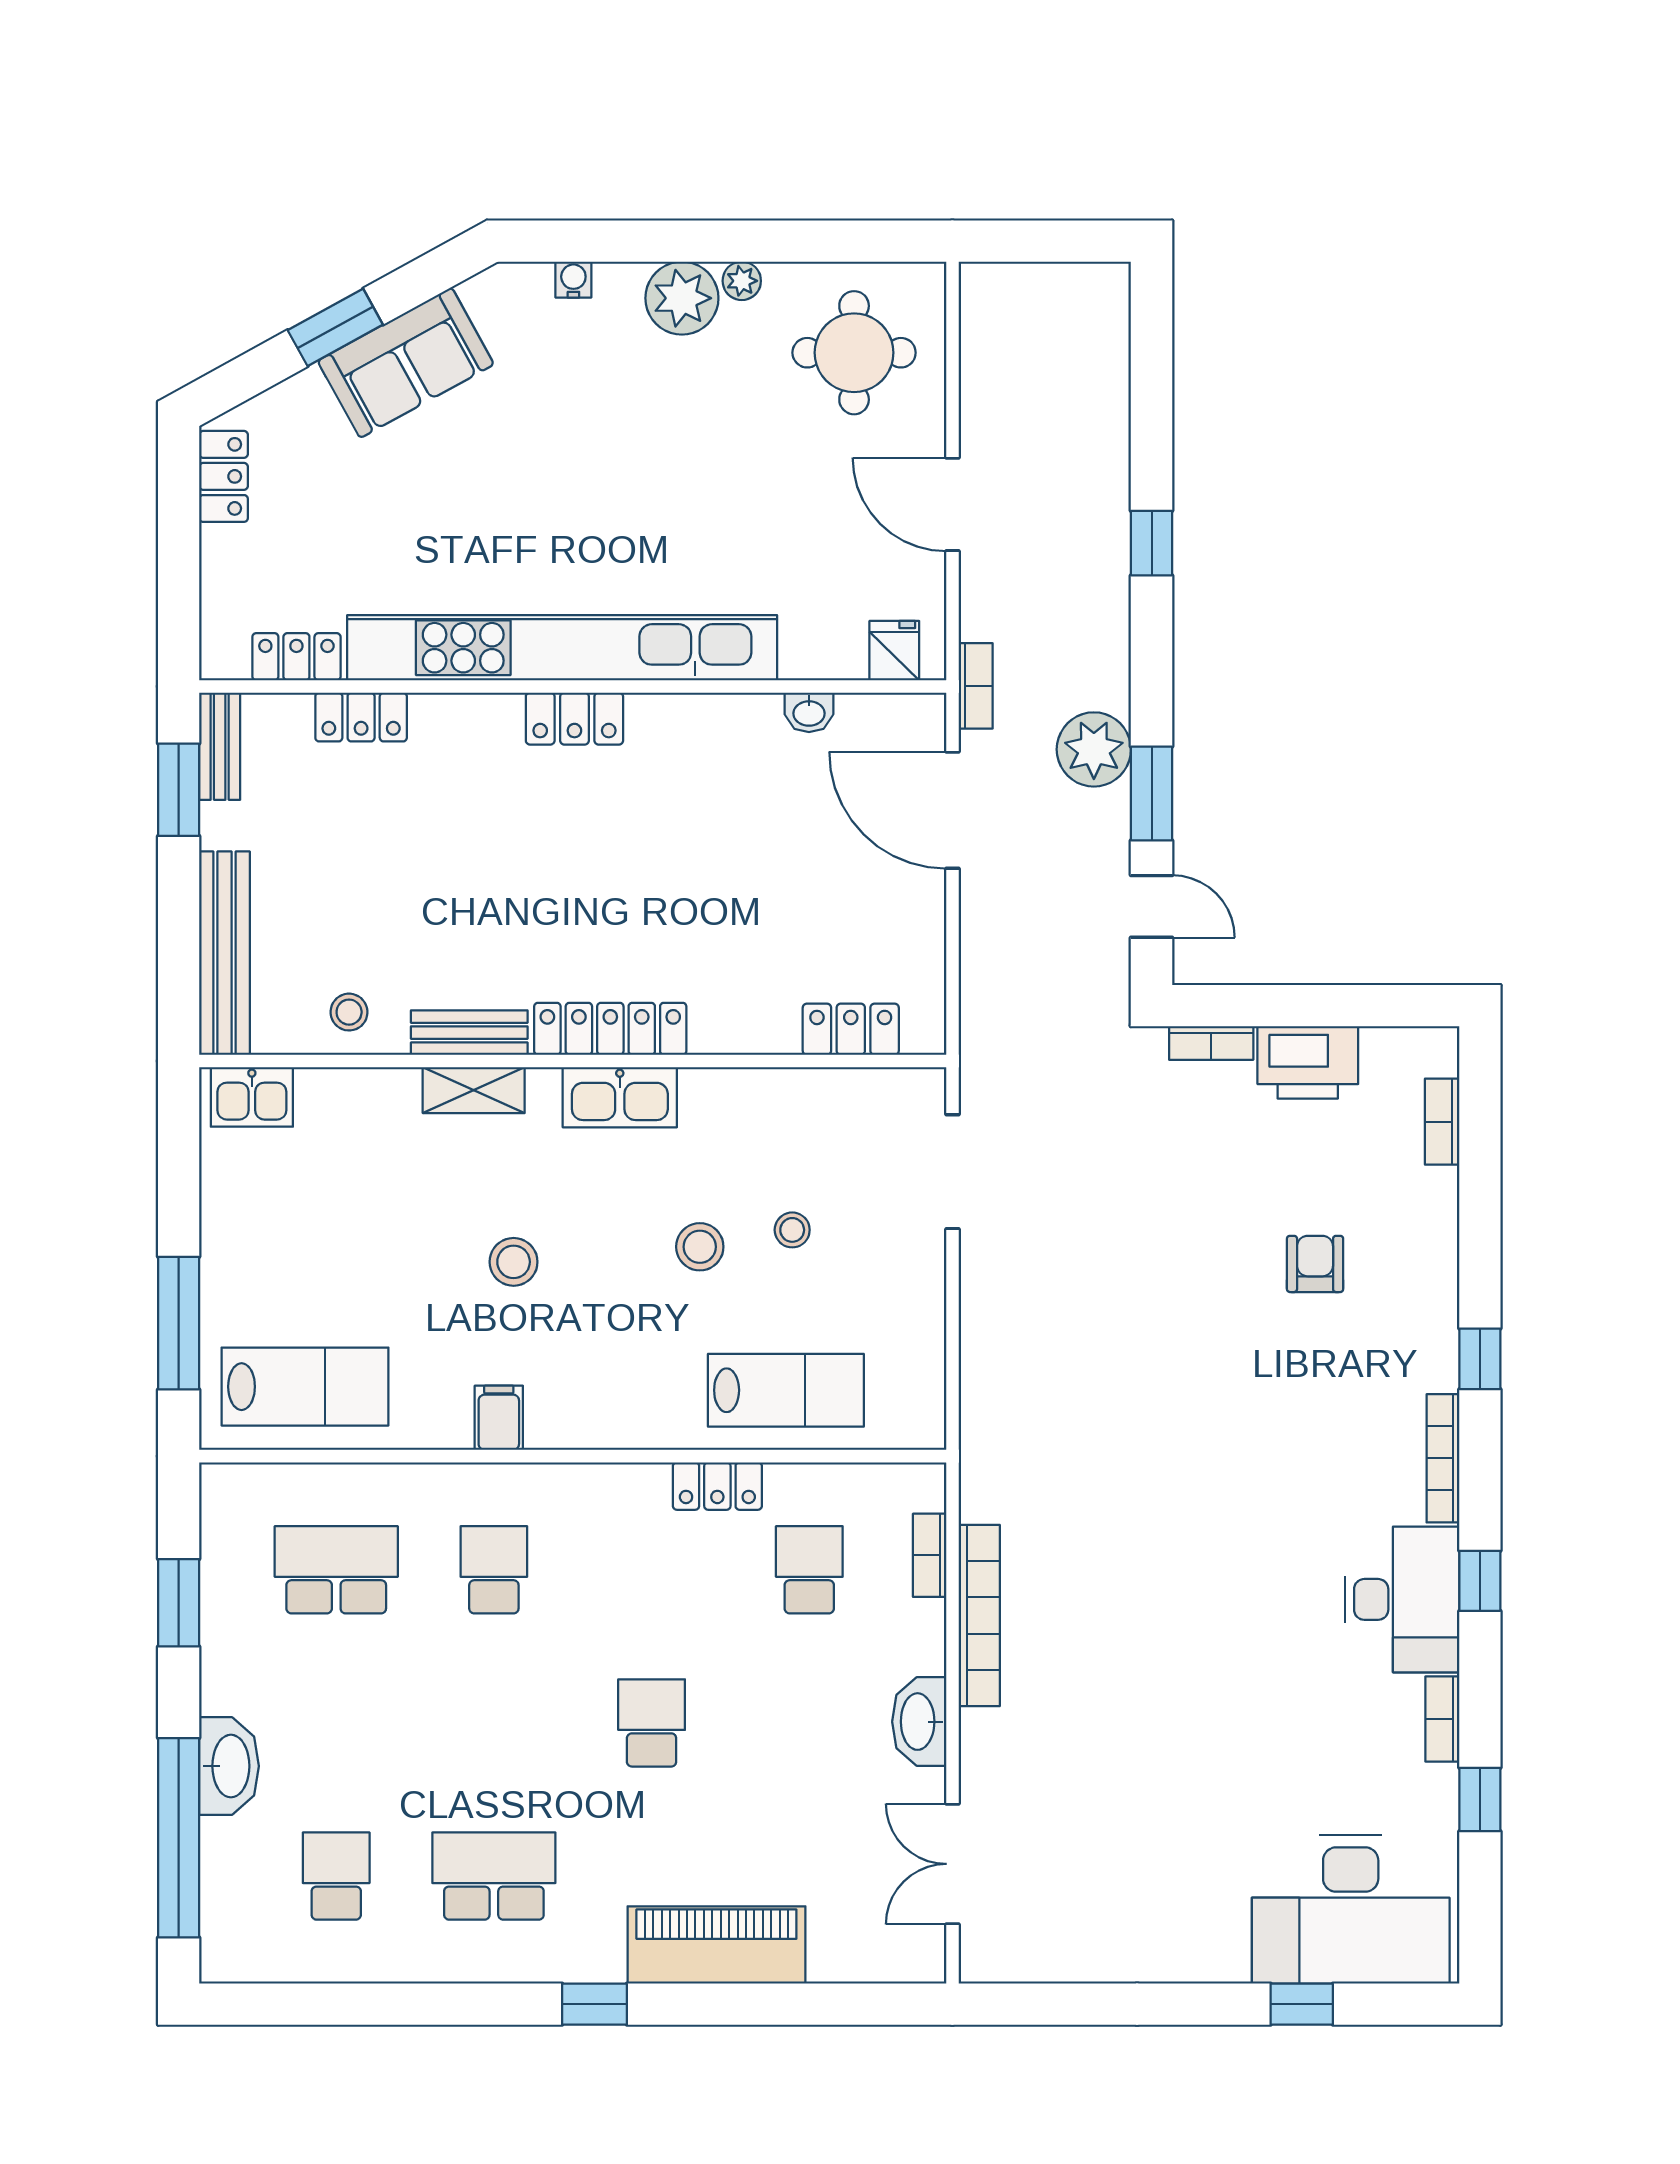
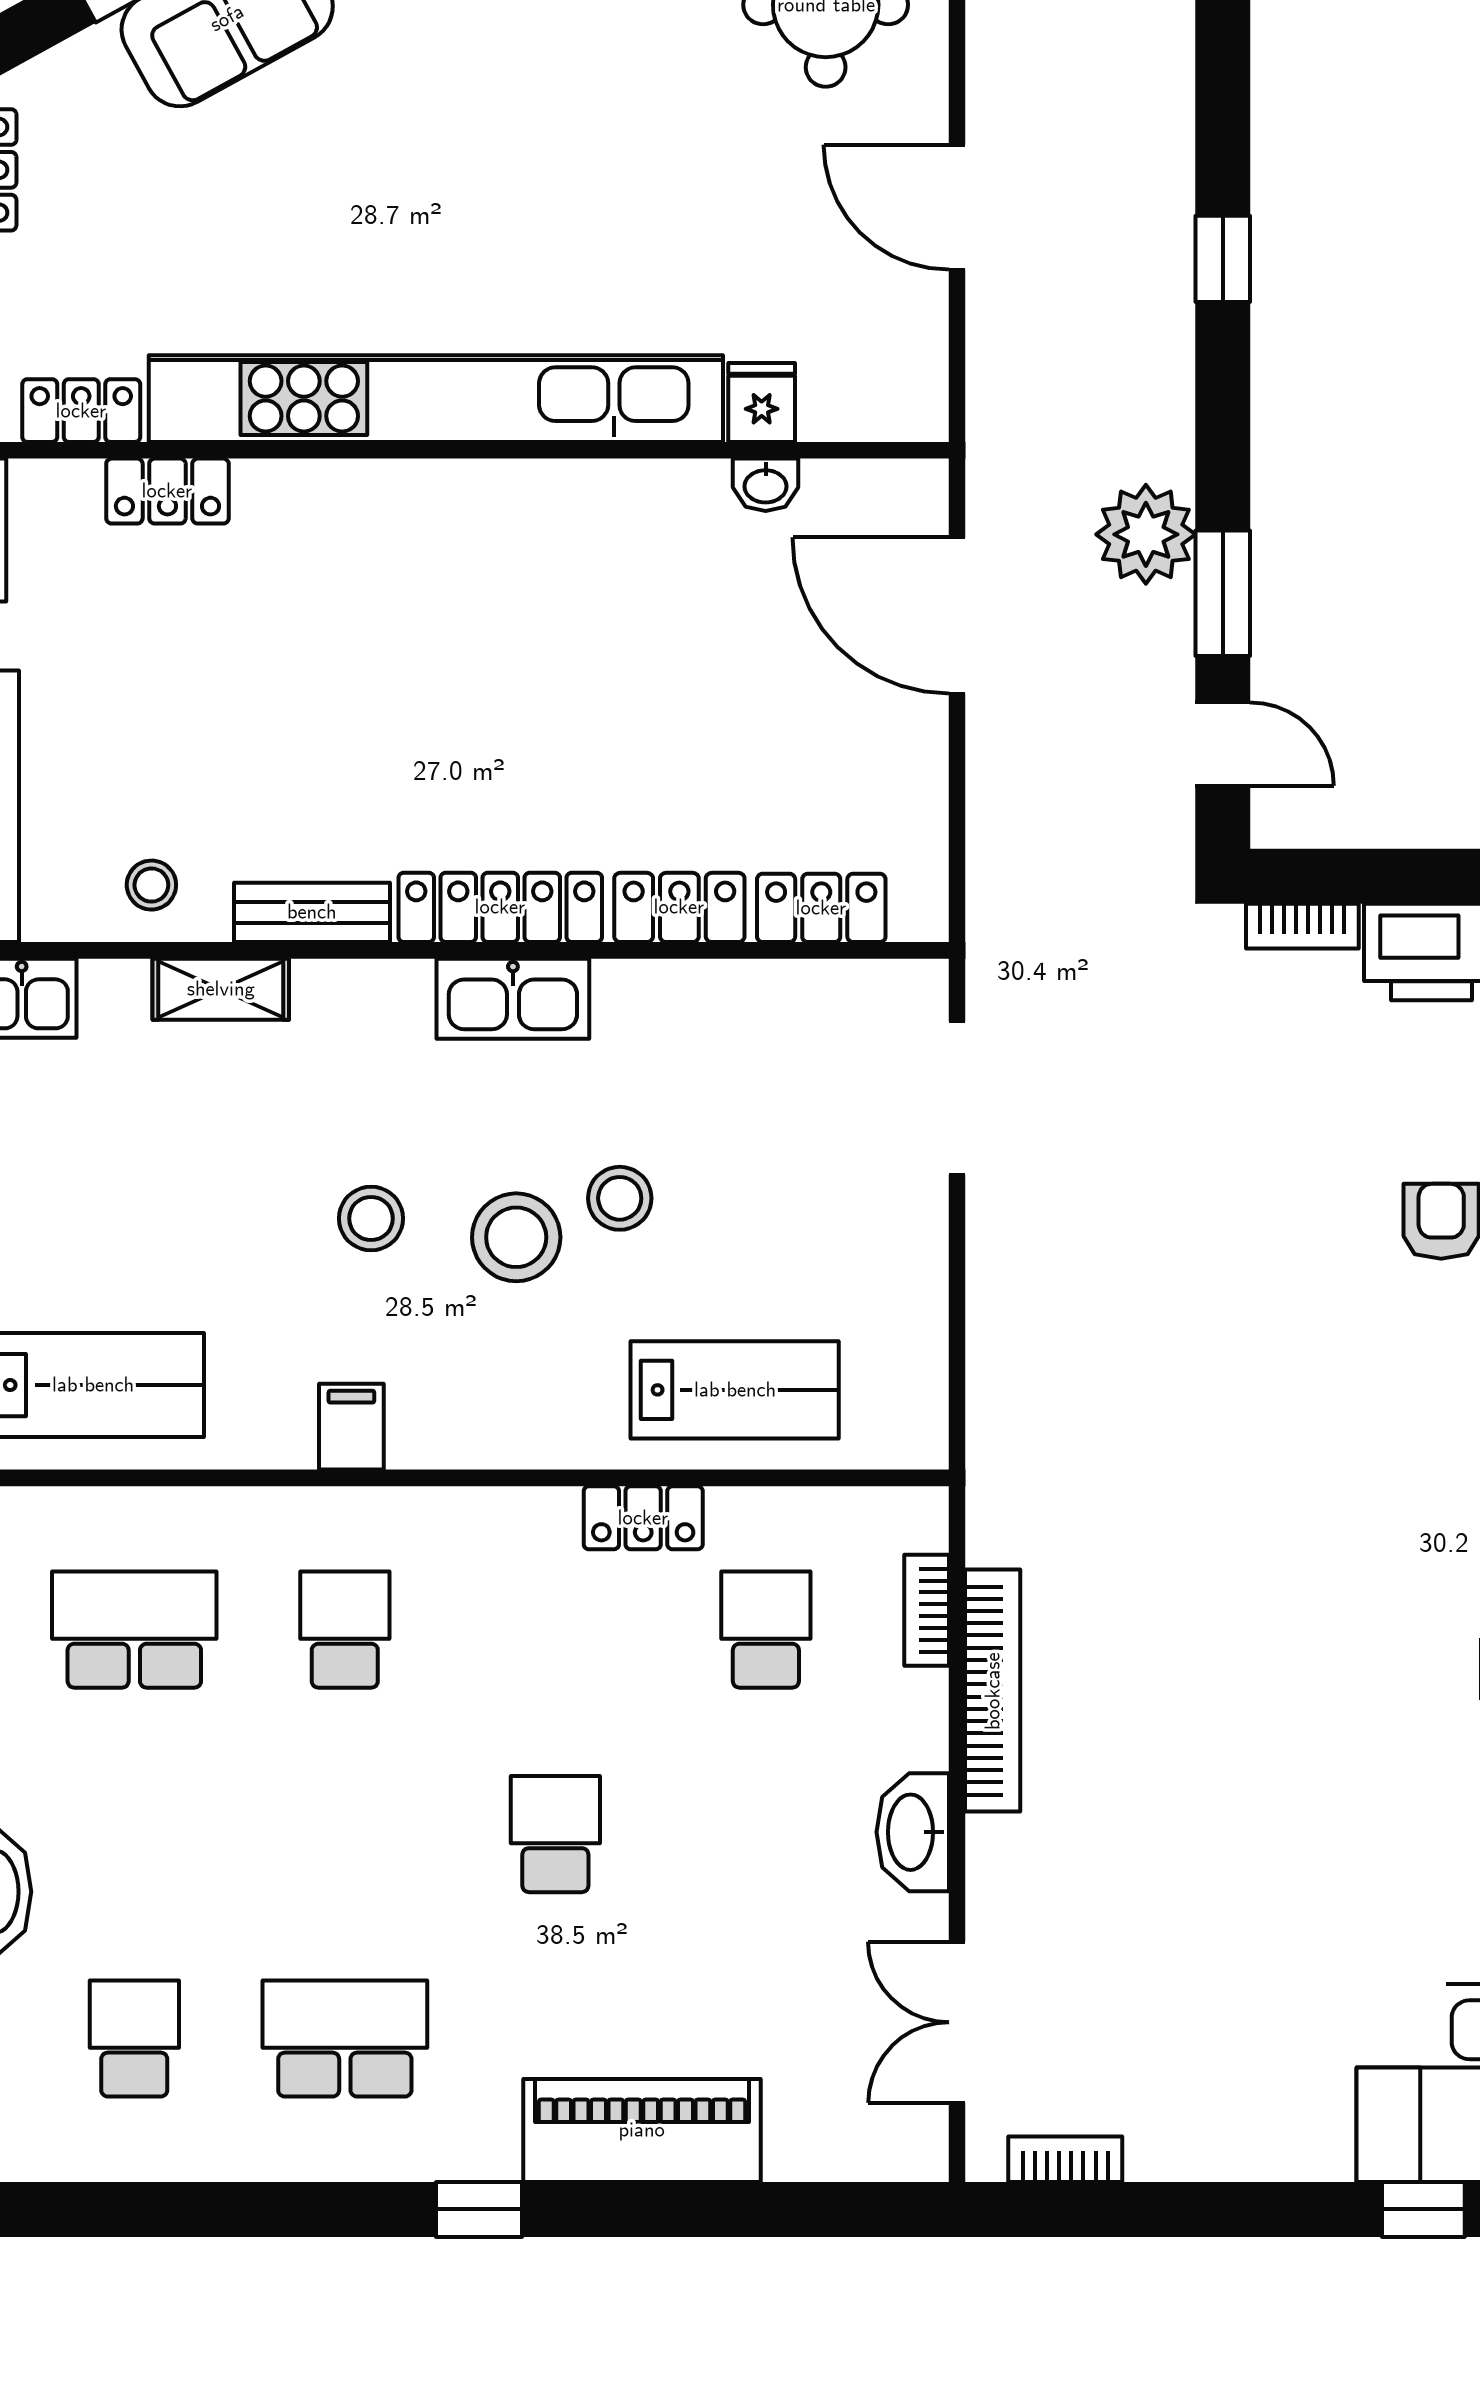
fridge: (894, 651) -> (762, 402), moved
bookcase: (976, 686) -> (1065, 2159), moved, turned -90
locker: (574, 719) -> (679, 907), moved, turned 180
shelving: (474, 1090) -> (221, 989), moved
stool: (792, 1230) -> (516, 1237), moved, width x1.89, depth x1.89

